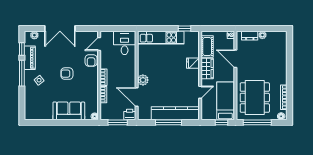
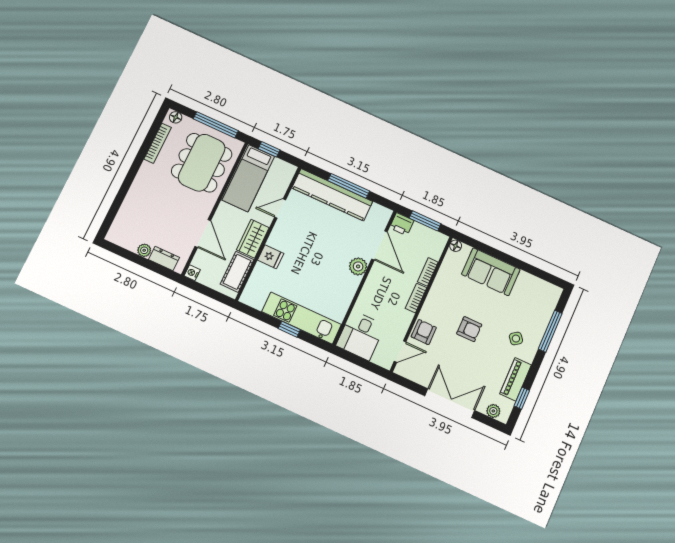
window: (185, 29) -> (289, 329), moved
window: (22, 73) -> (550, 331), moved

